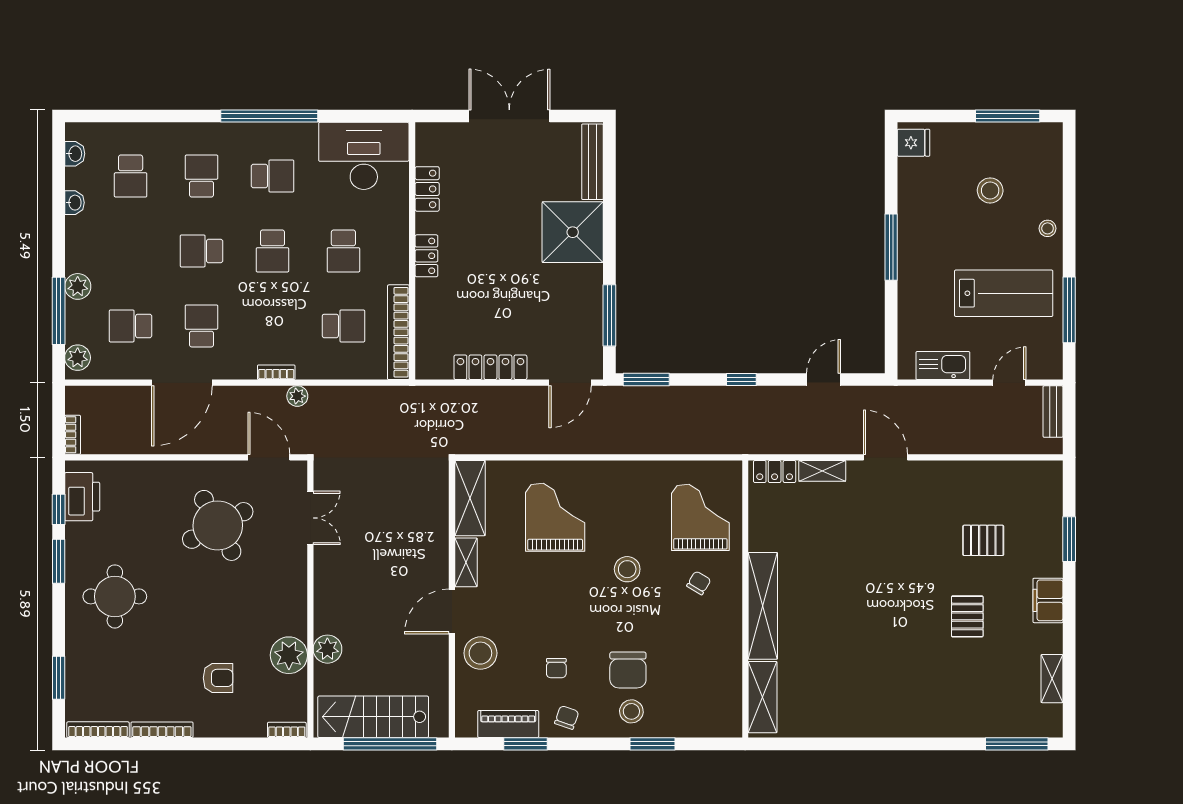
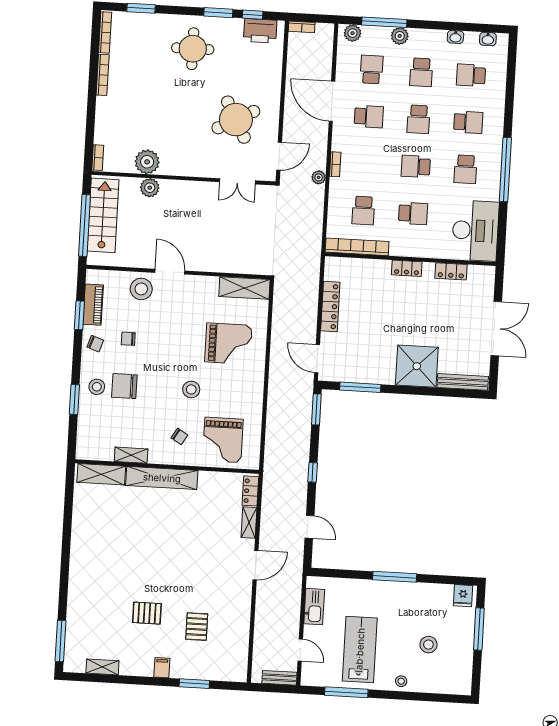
window: (1008, 116) -> (479, 629), moved
school desk: (131, 251) -> (421, 72), added
school desk: (202, 251) -> (418, 119), turned 180
school desk: (343, 251) -> (413, 213), turned 180
lab bench: (1004, 293) -> (360, 650), turned 180
grand piano: (700, 517) -> (223, 440), turned 90
shelving: (466, 562) -> (131, 455), moved
filing cabinet: (1048, 600) -> (162, 668), width x0.50
armchair: (218, 678) -> (135, 114), removed

